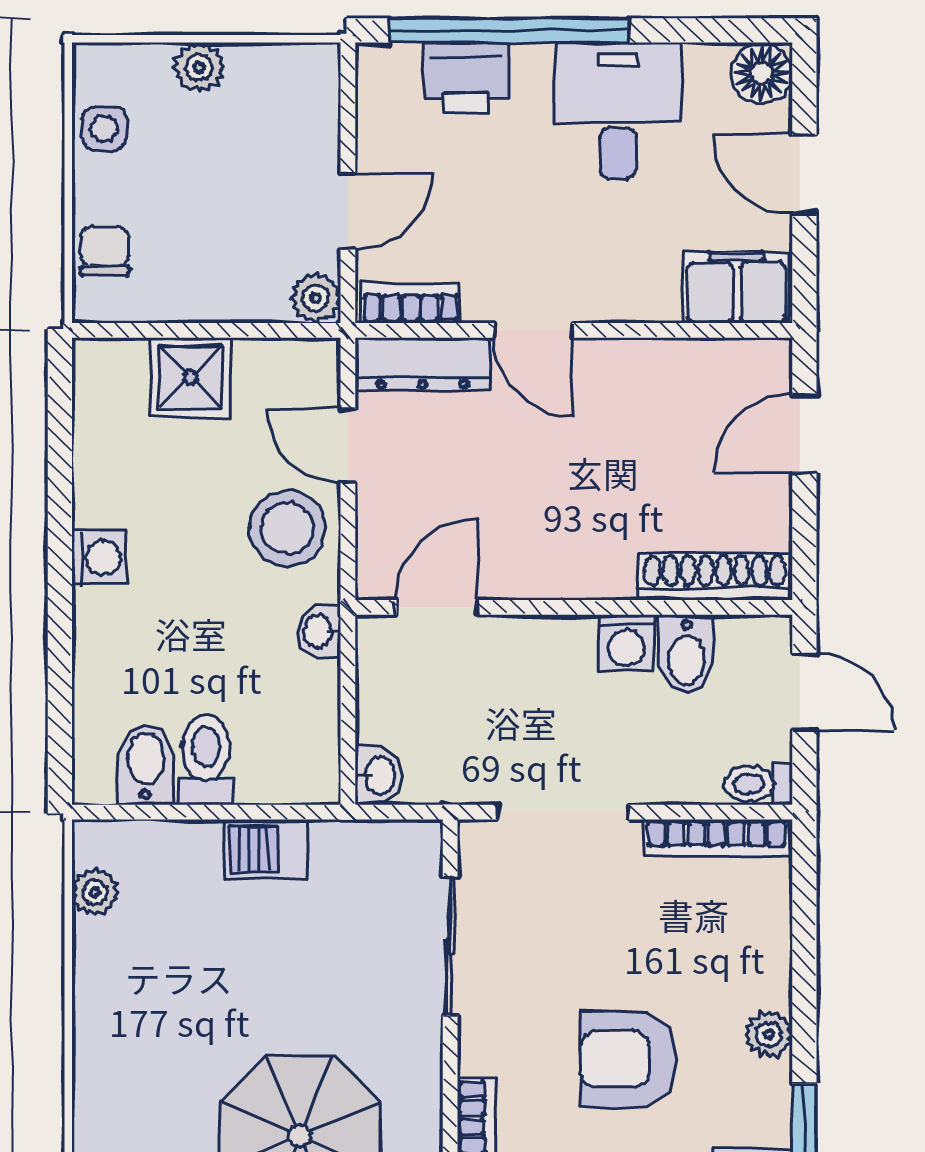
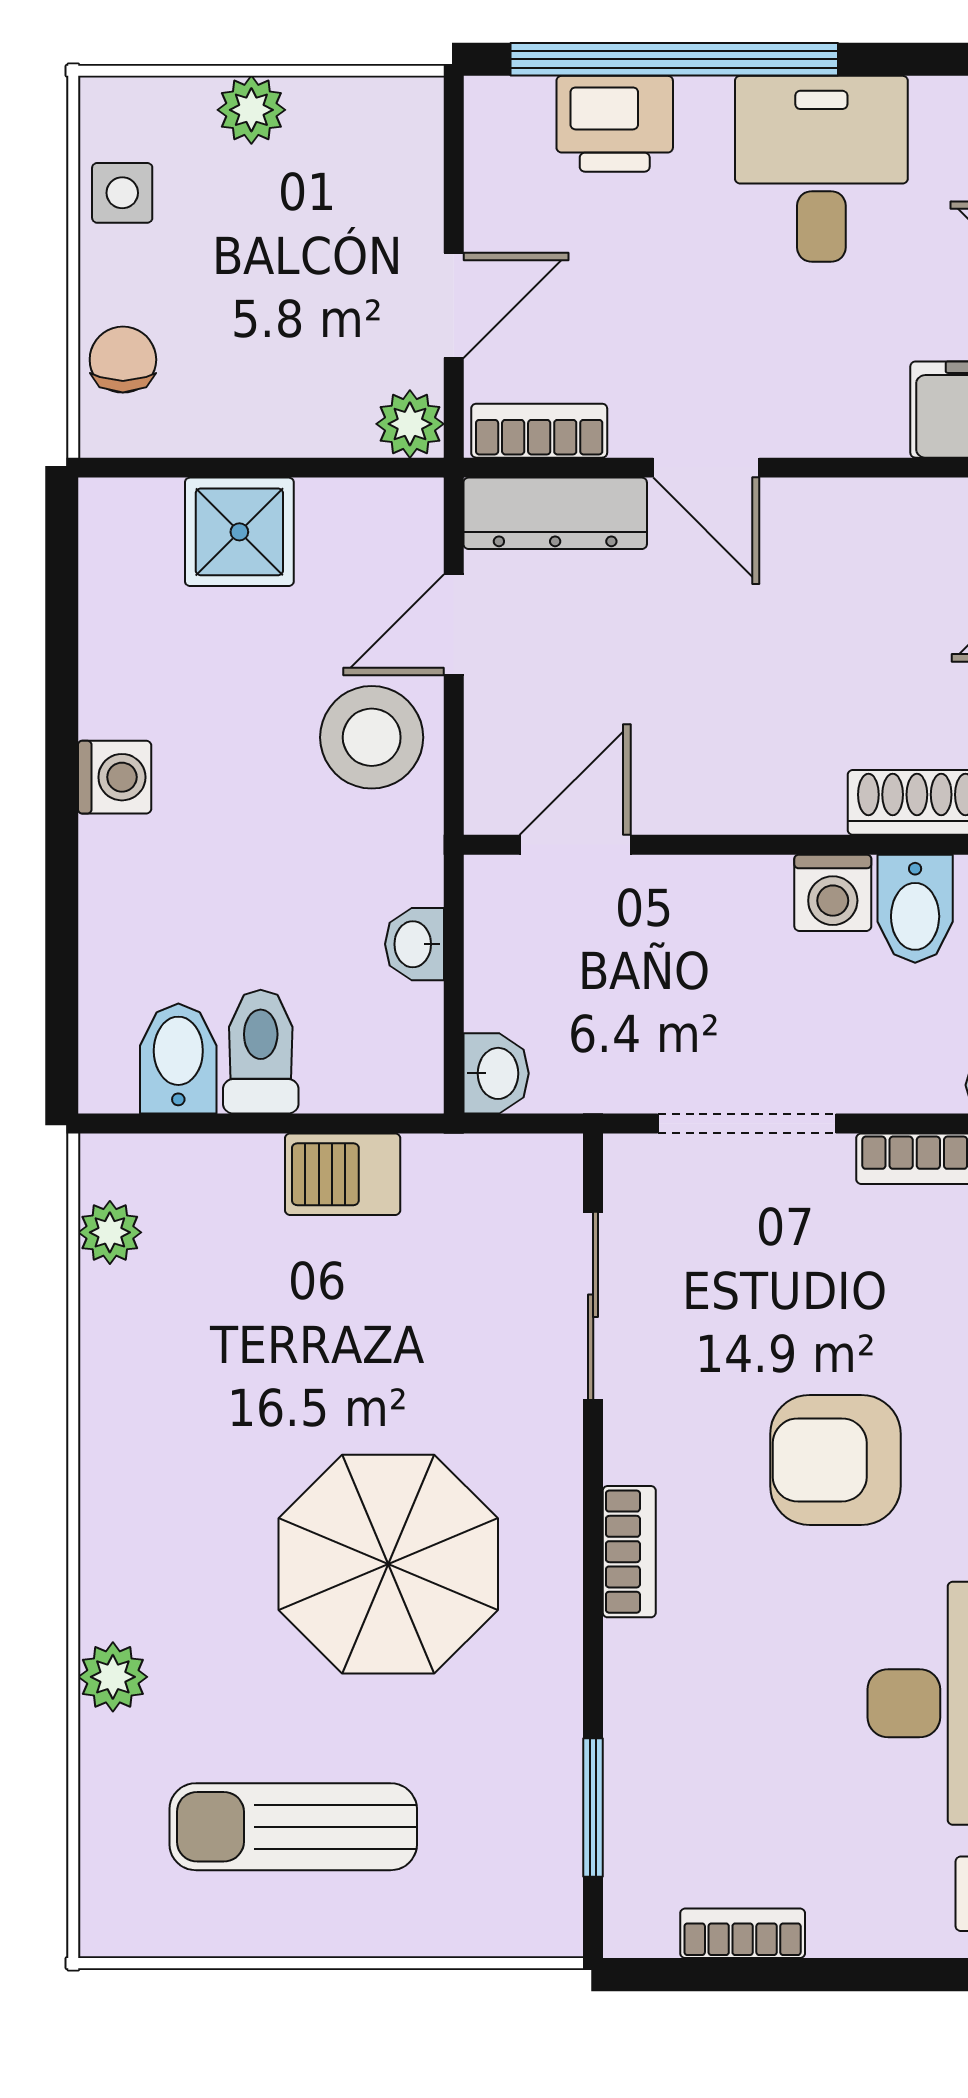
door: (348, 446) -> (454, 625), hinge flipped
washbasin: (319, 631) -> (415, 944), moved

